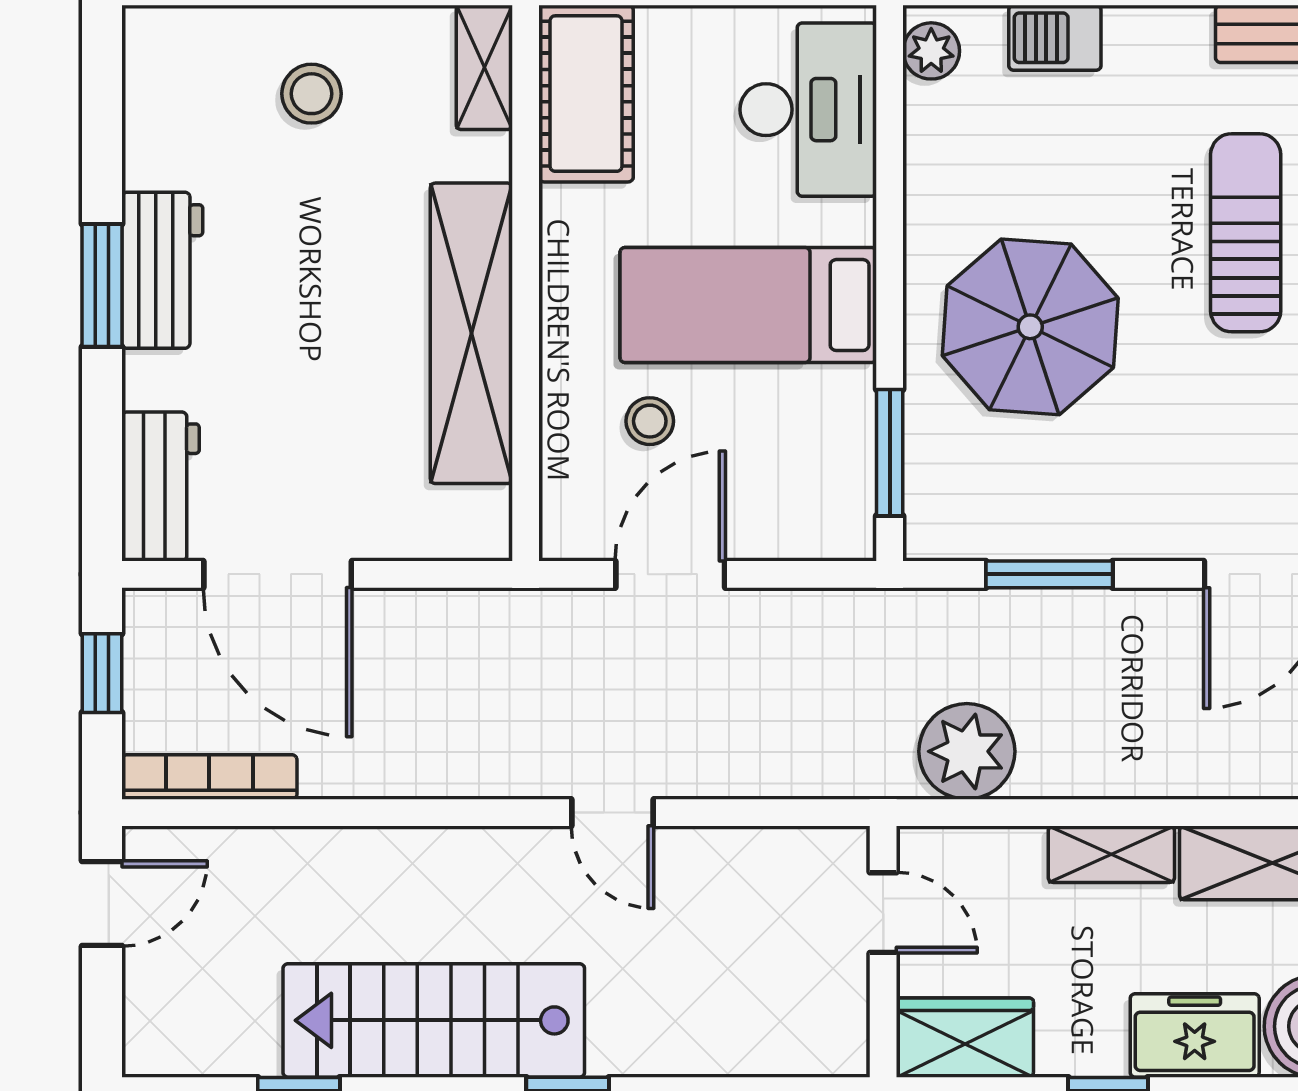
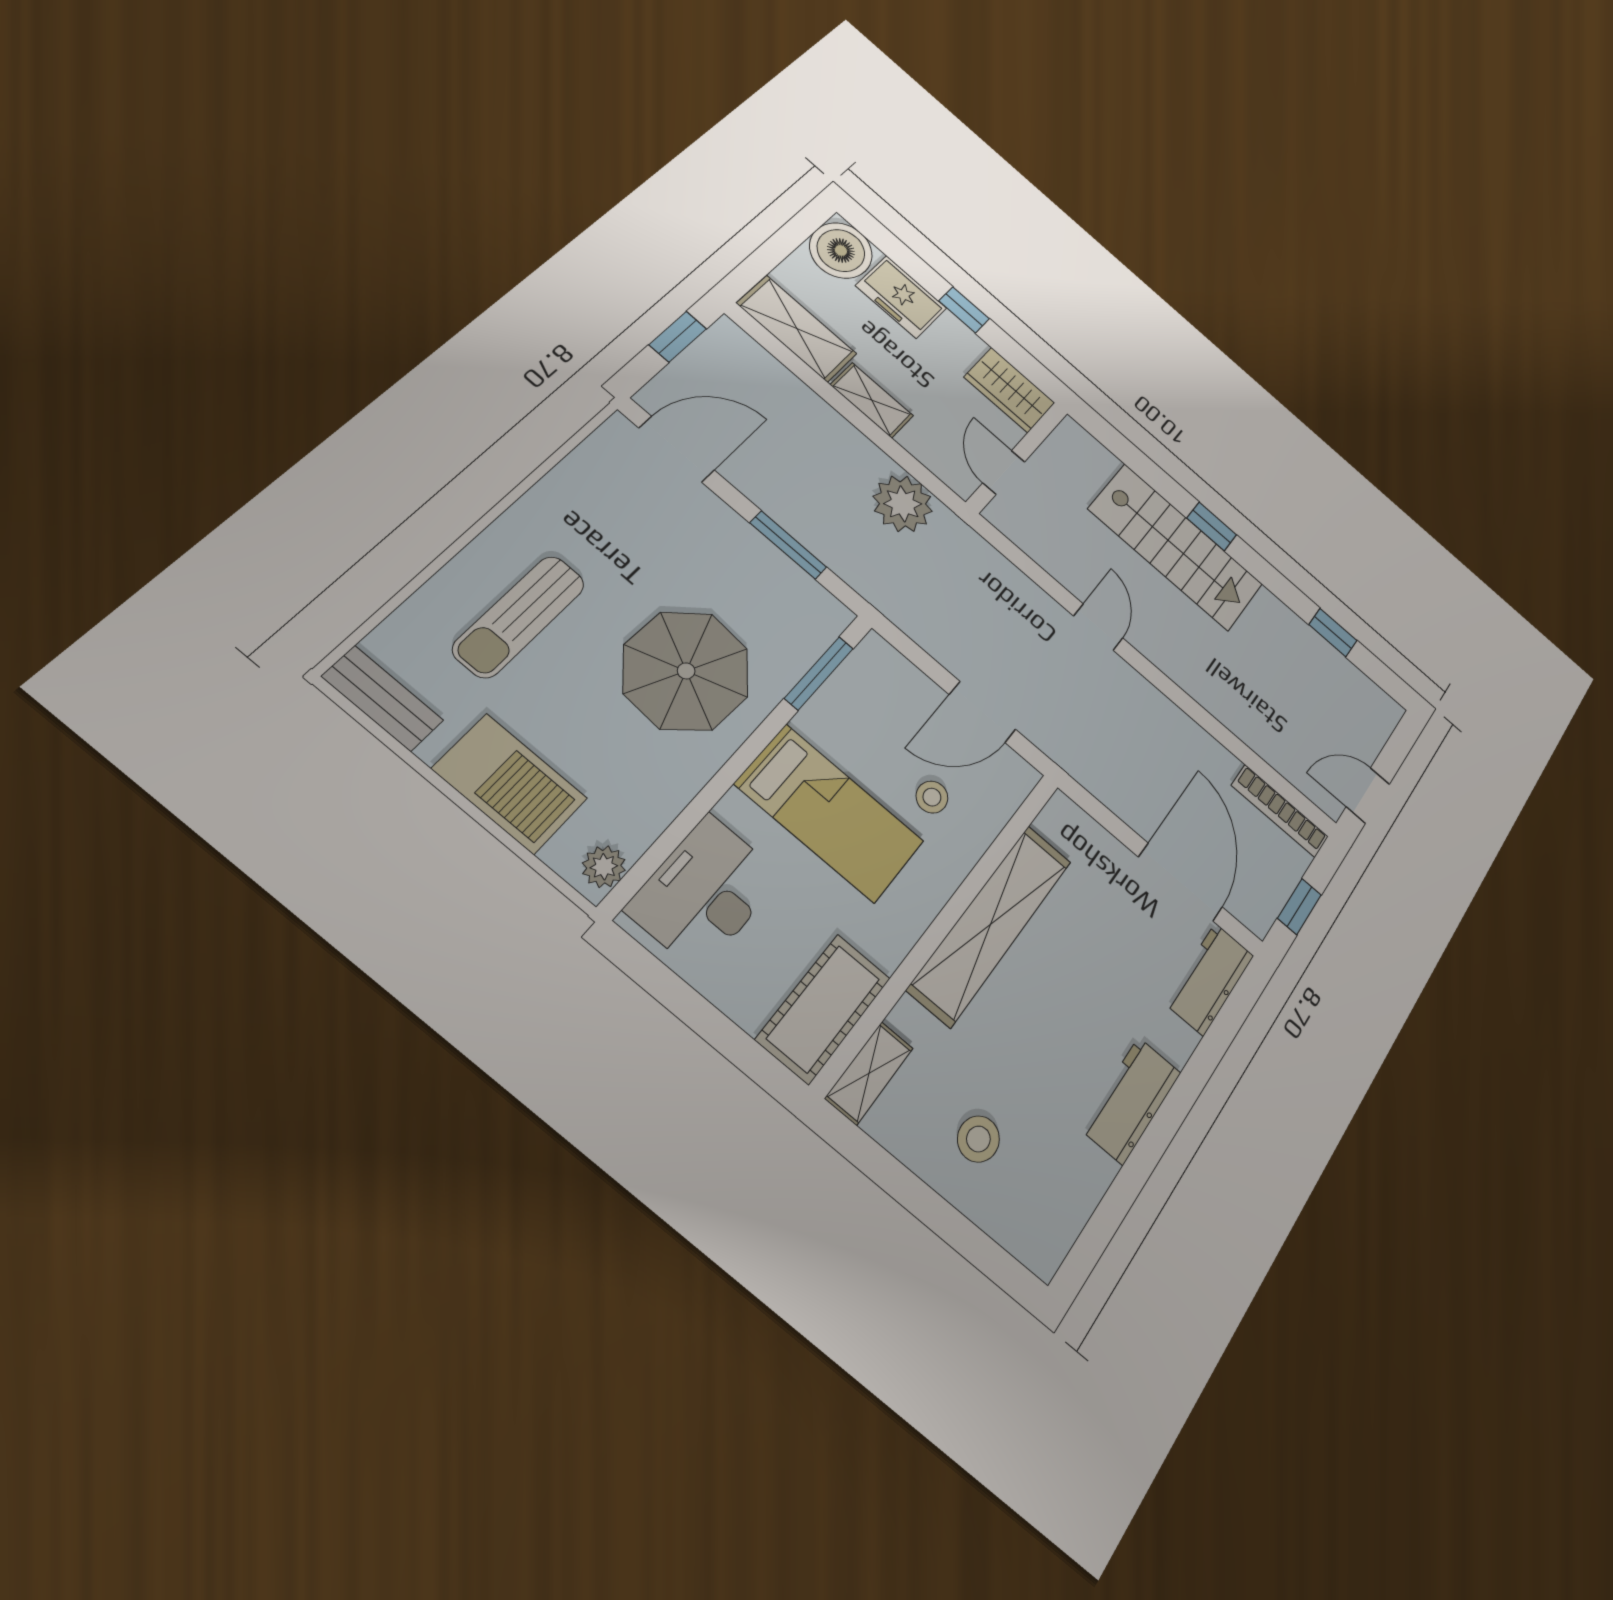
barbecue: (1055, 38) -> (510, 784), width x1.88, depth x1.53
window: (102, 285) -> (1169, 1119), removed
stairs: (434, 1020) -> (1176, 547), moved

